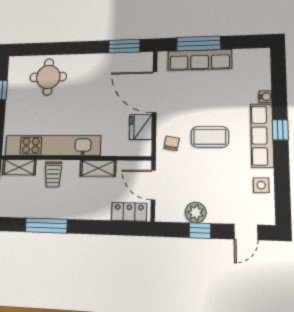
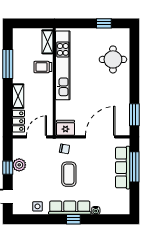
fridge: (141, 127) -> (65, 128), moved
shelving: (98, 168) -> (18, 96), moved

